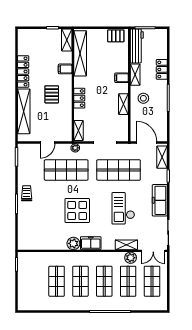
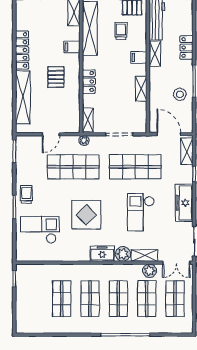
trolley: (106, 55) -> (121, 31), added
stool: (143, 98) -> (180, 94), moved
checkout: (38, 223) -> (40, 230), added
plant: (73, 243) -> (123, 254), moved

